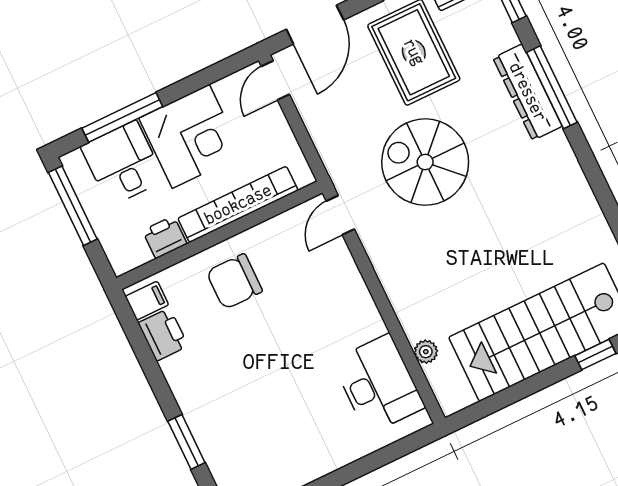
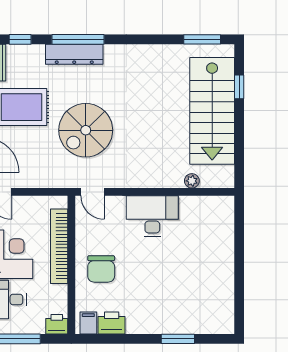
printer: (165, 237) -> (57, 324), moved, turned 90
desk: (378, 384) -> (152, 216), moved

